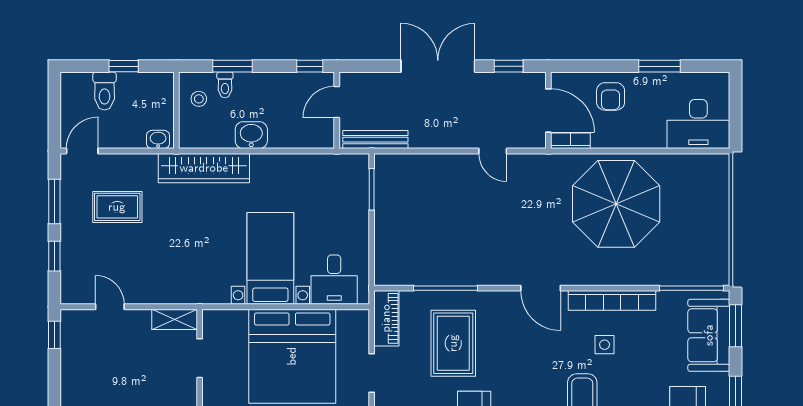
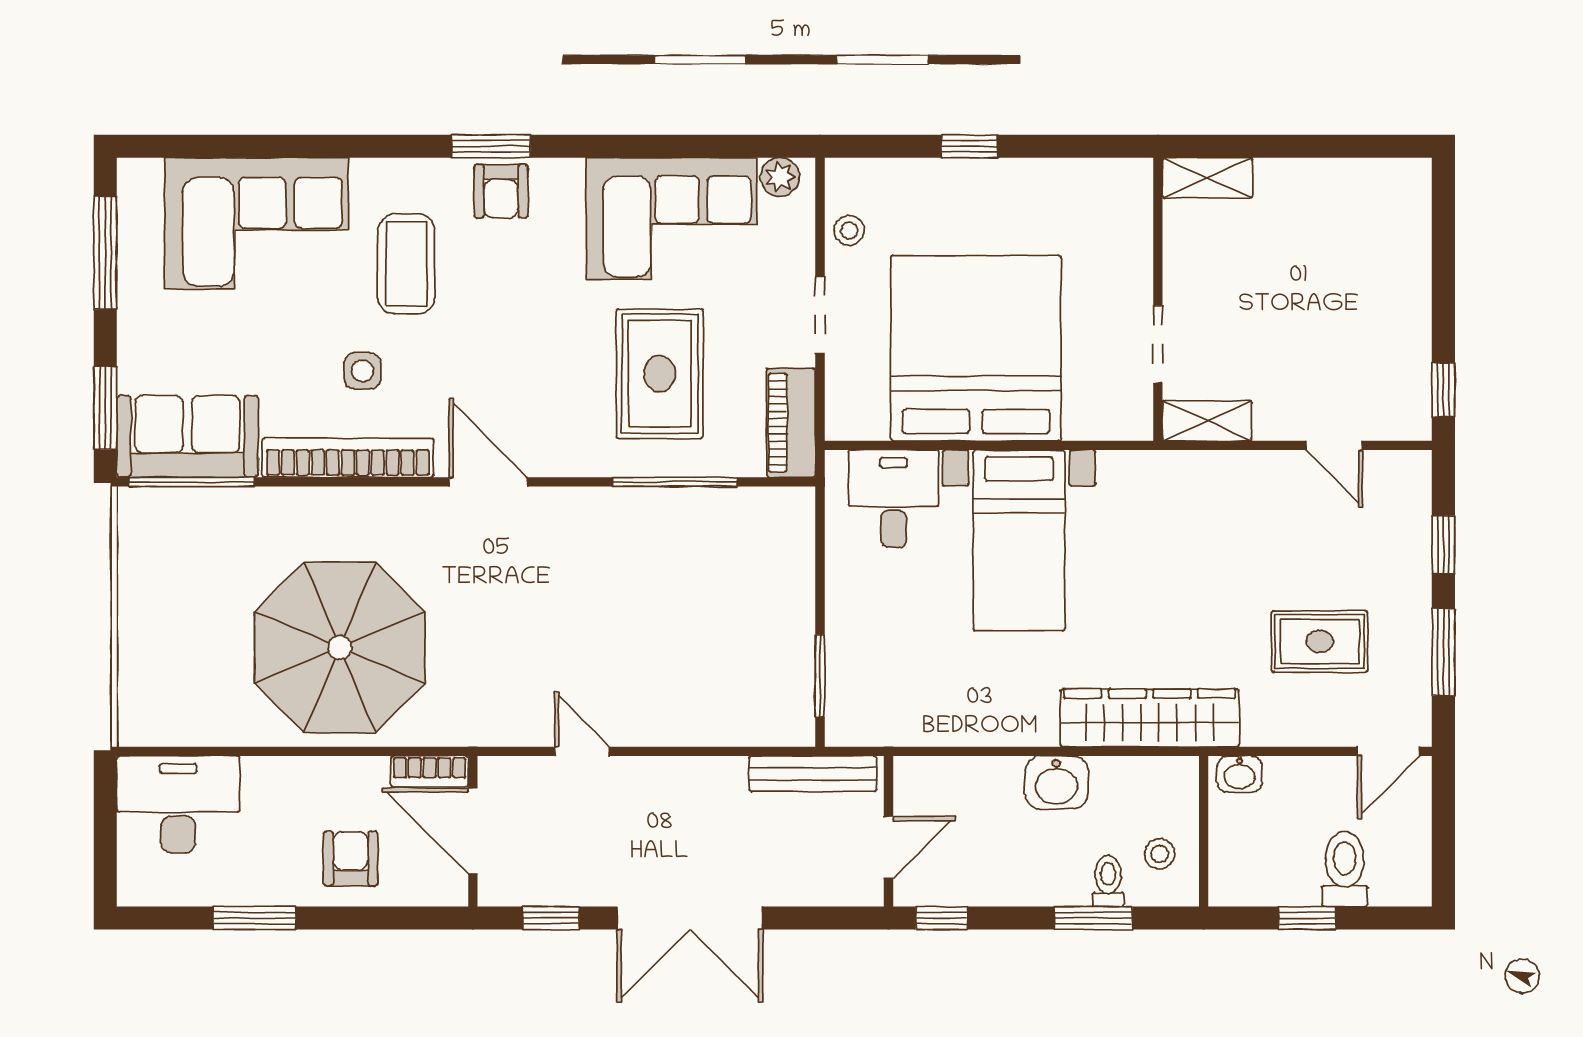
sofa: (709, 335) -> (187, 436), moved, turned -90

